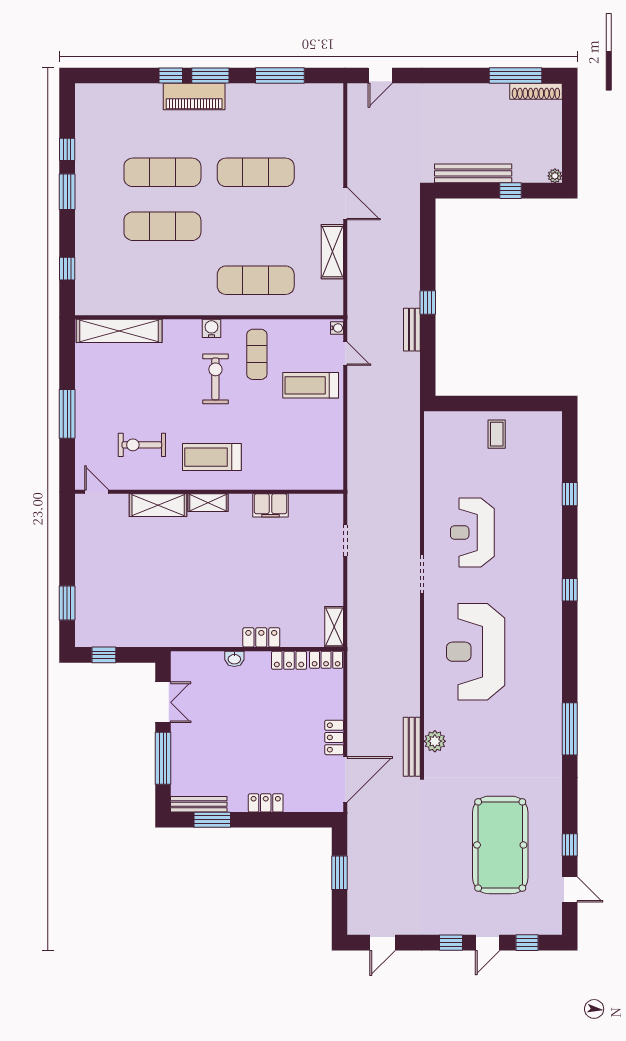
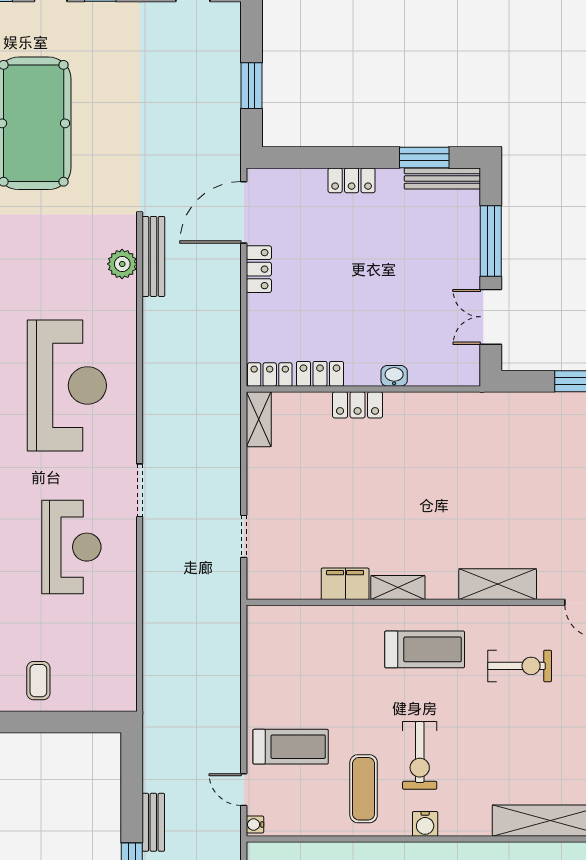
shelving: (208, 503) -> (398, 588), moved

